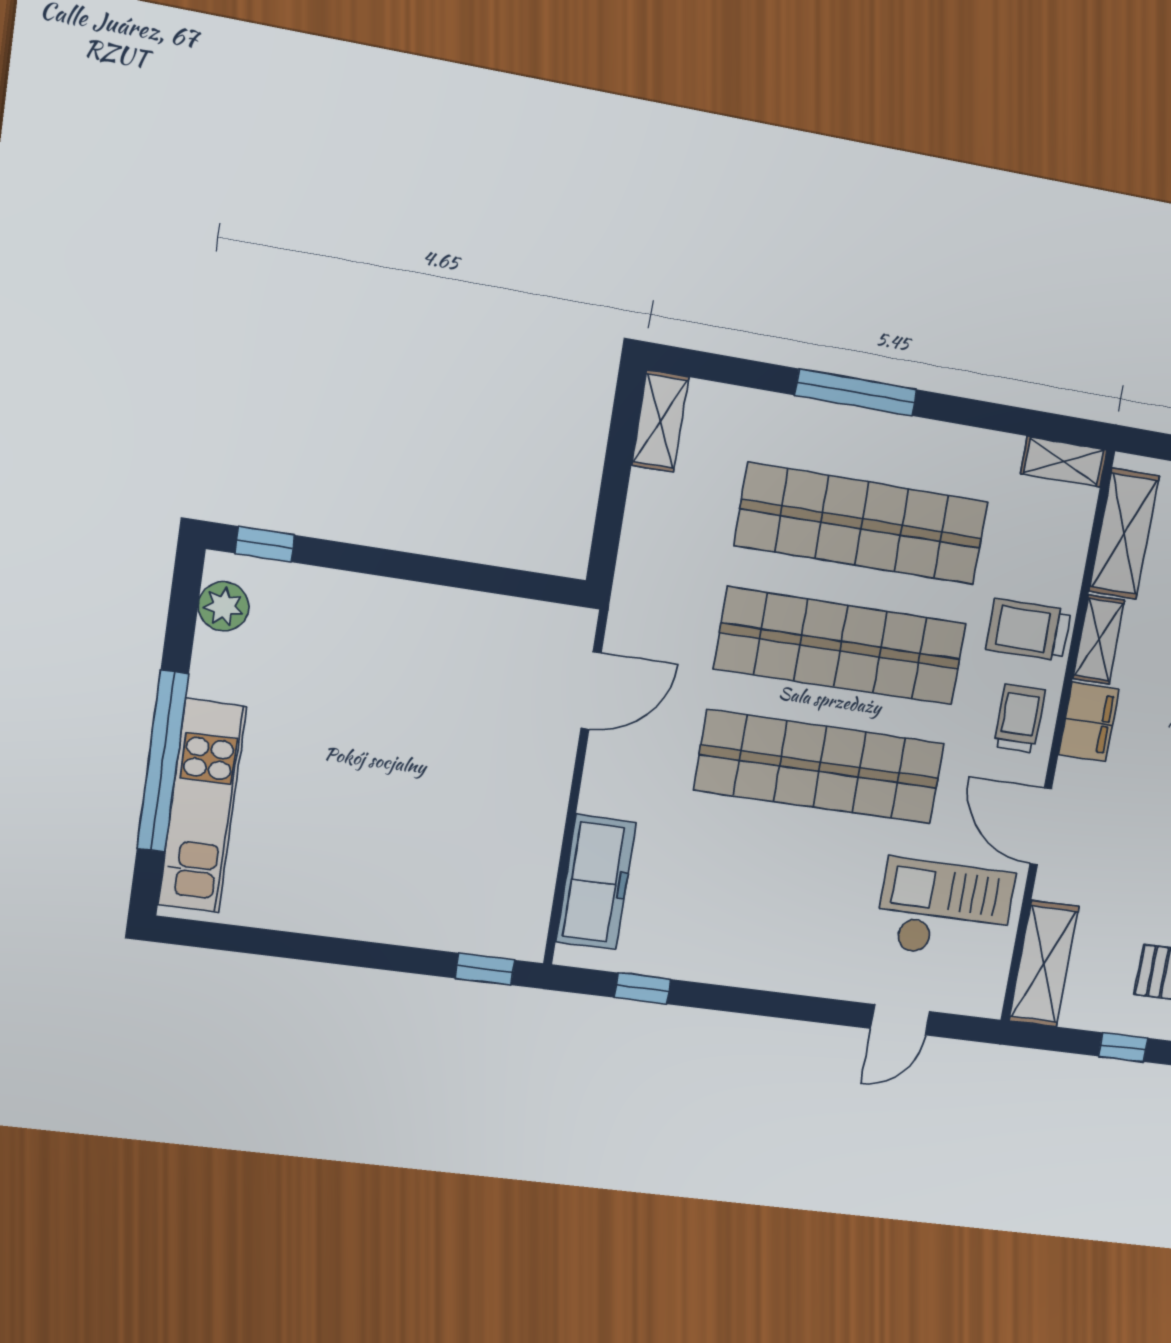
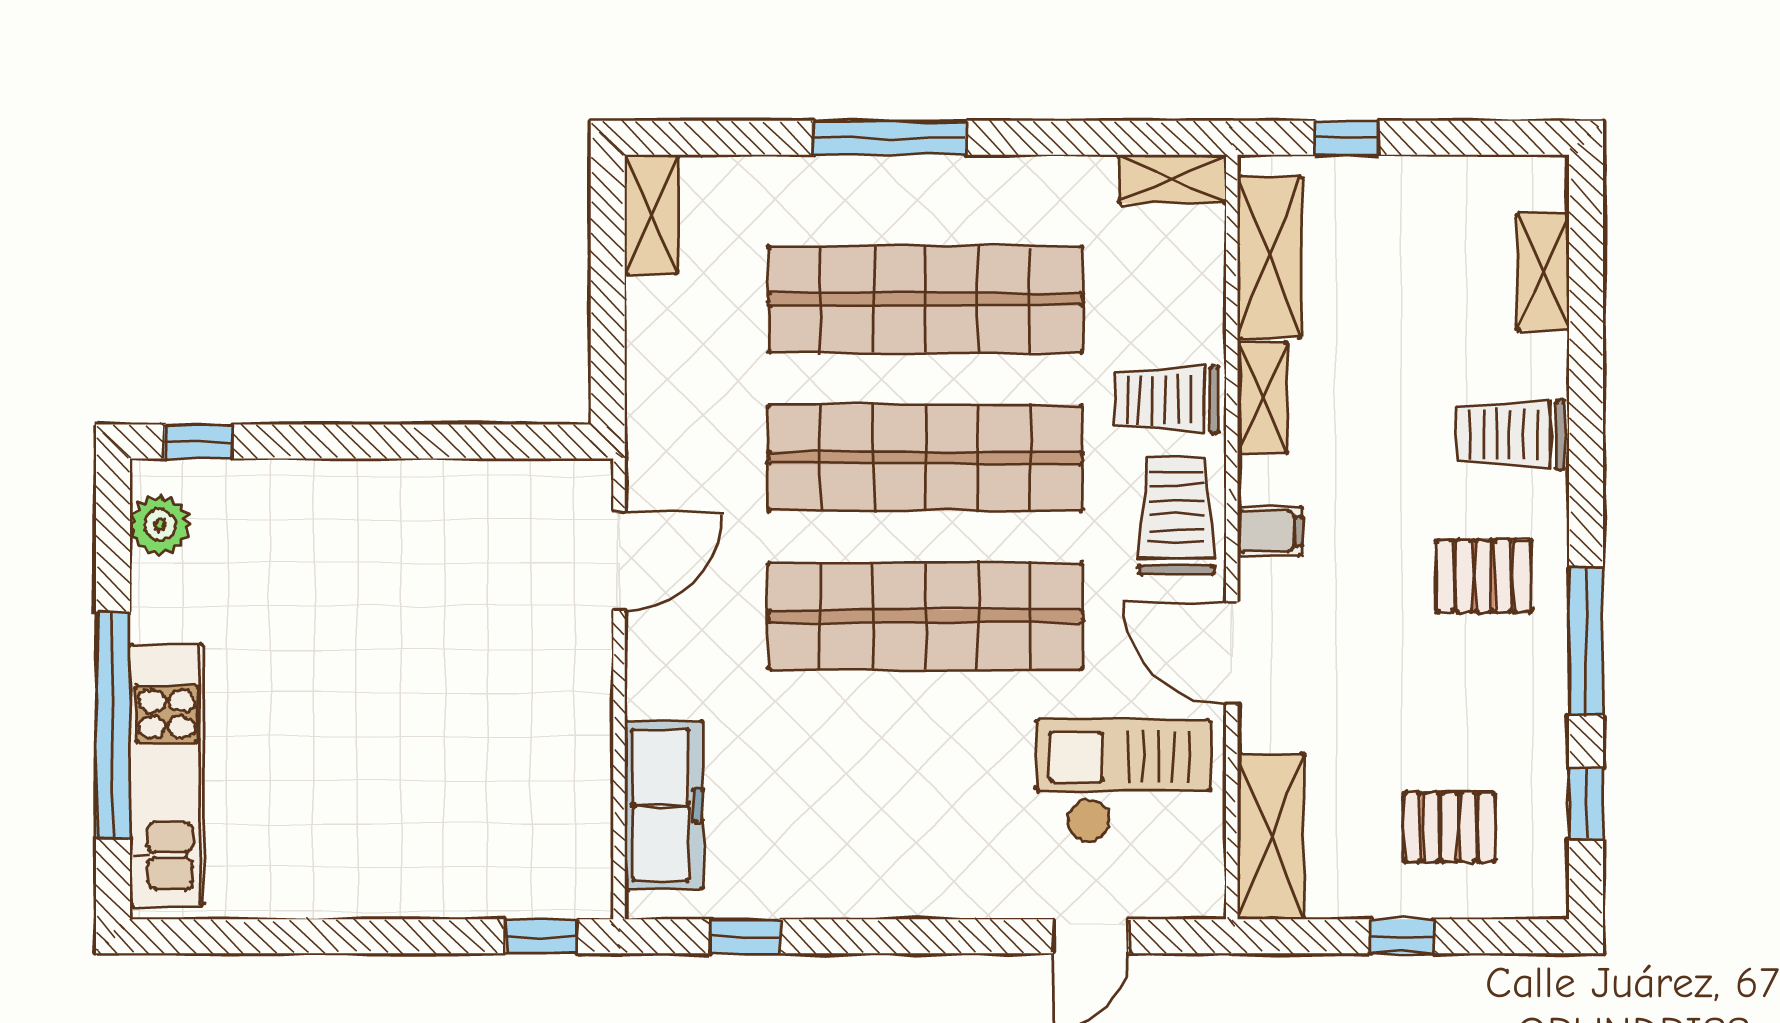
trolley: (1019, 718) -> (1176, 516), width x1.36, depth x1.39
filing cabinet: (1089, 722) -> (1270, 531), width x0.50

